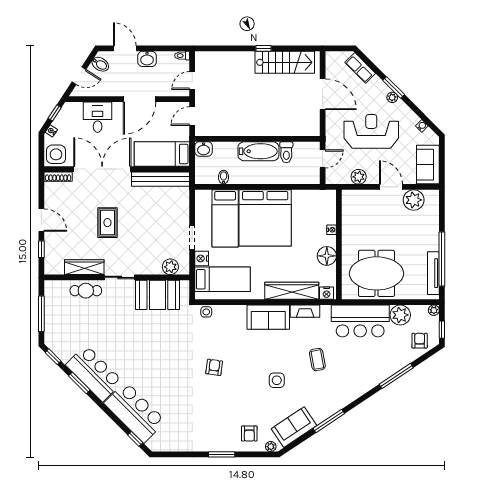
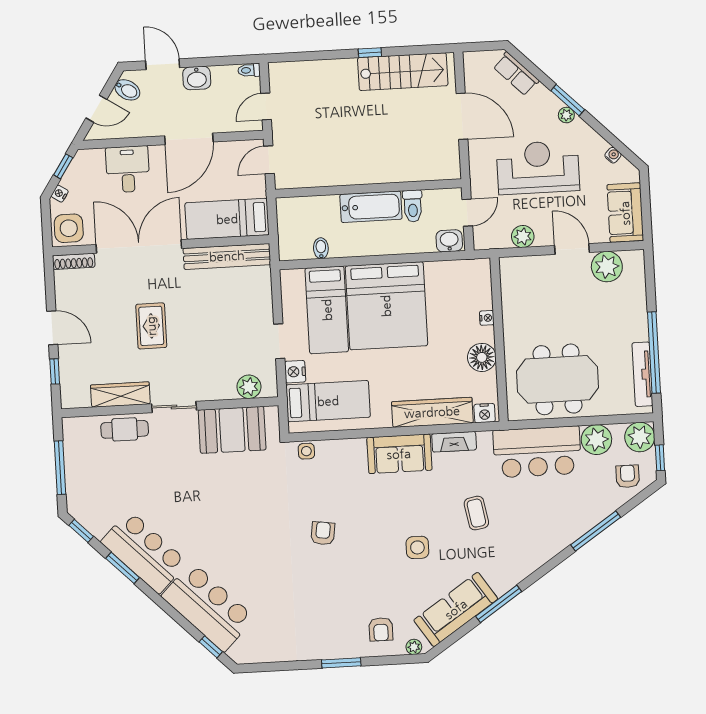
washbasin: (204, 149) -> (449, 241), moved, turned 180
plant: (434, 310) -> (640, 437), width x1.87, depth x1.87
sofa: (294, 427) -> (456, 609), width x1.36

